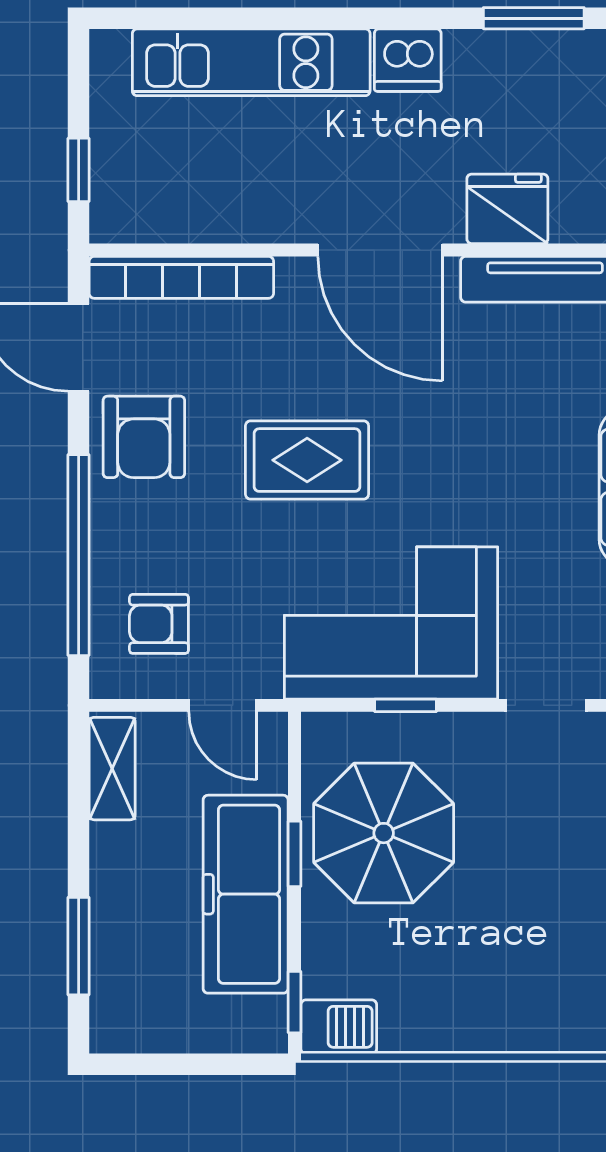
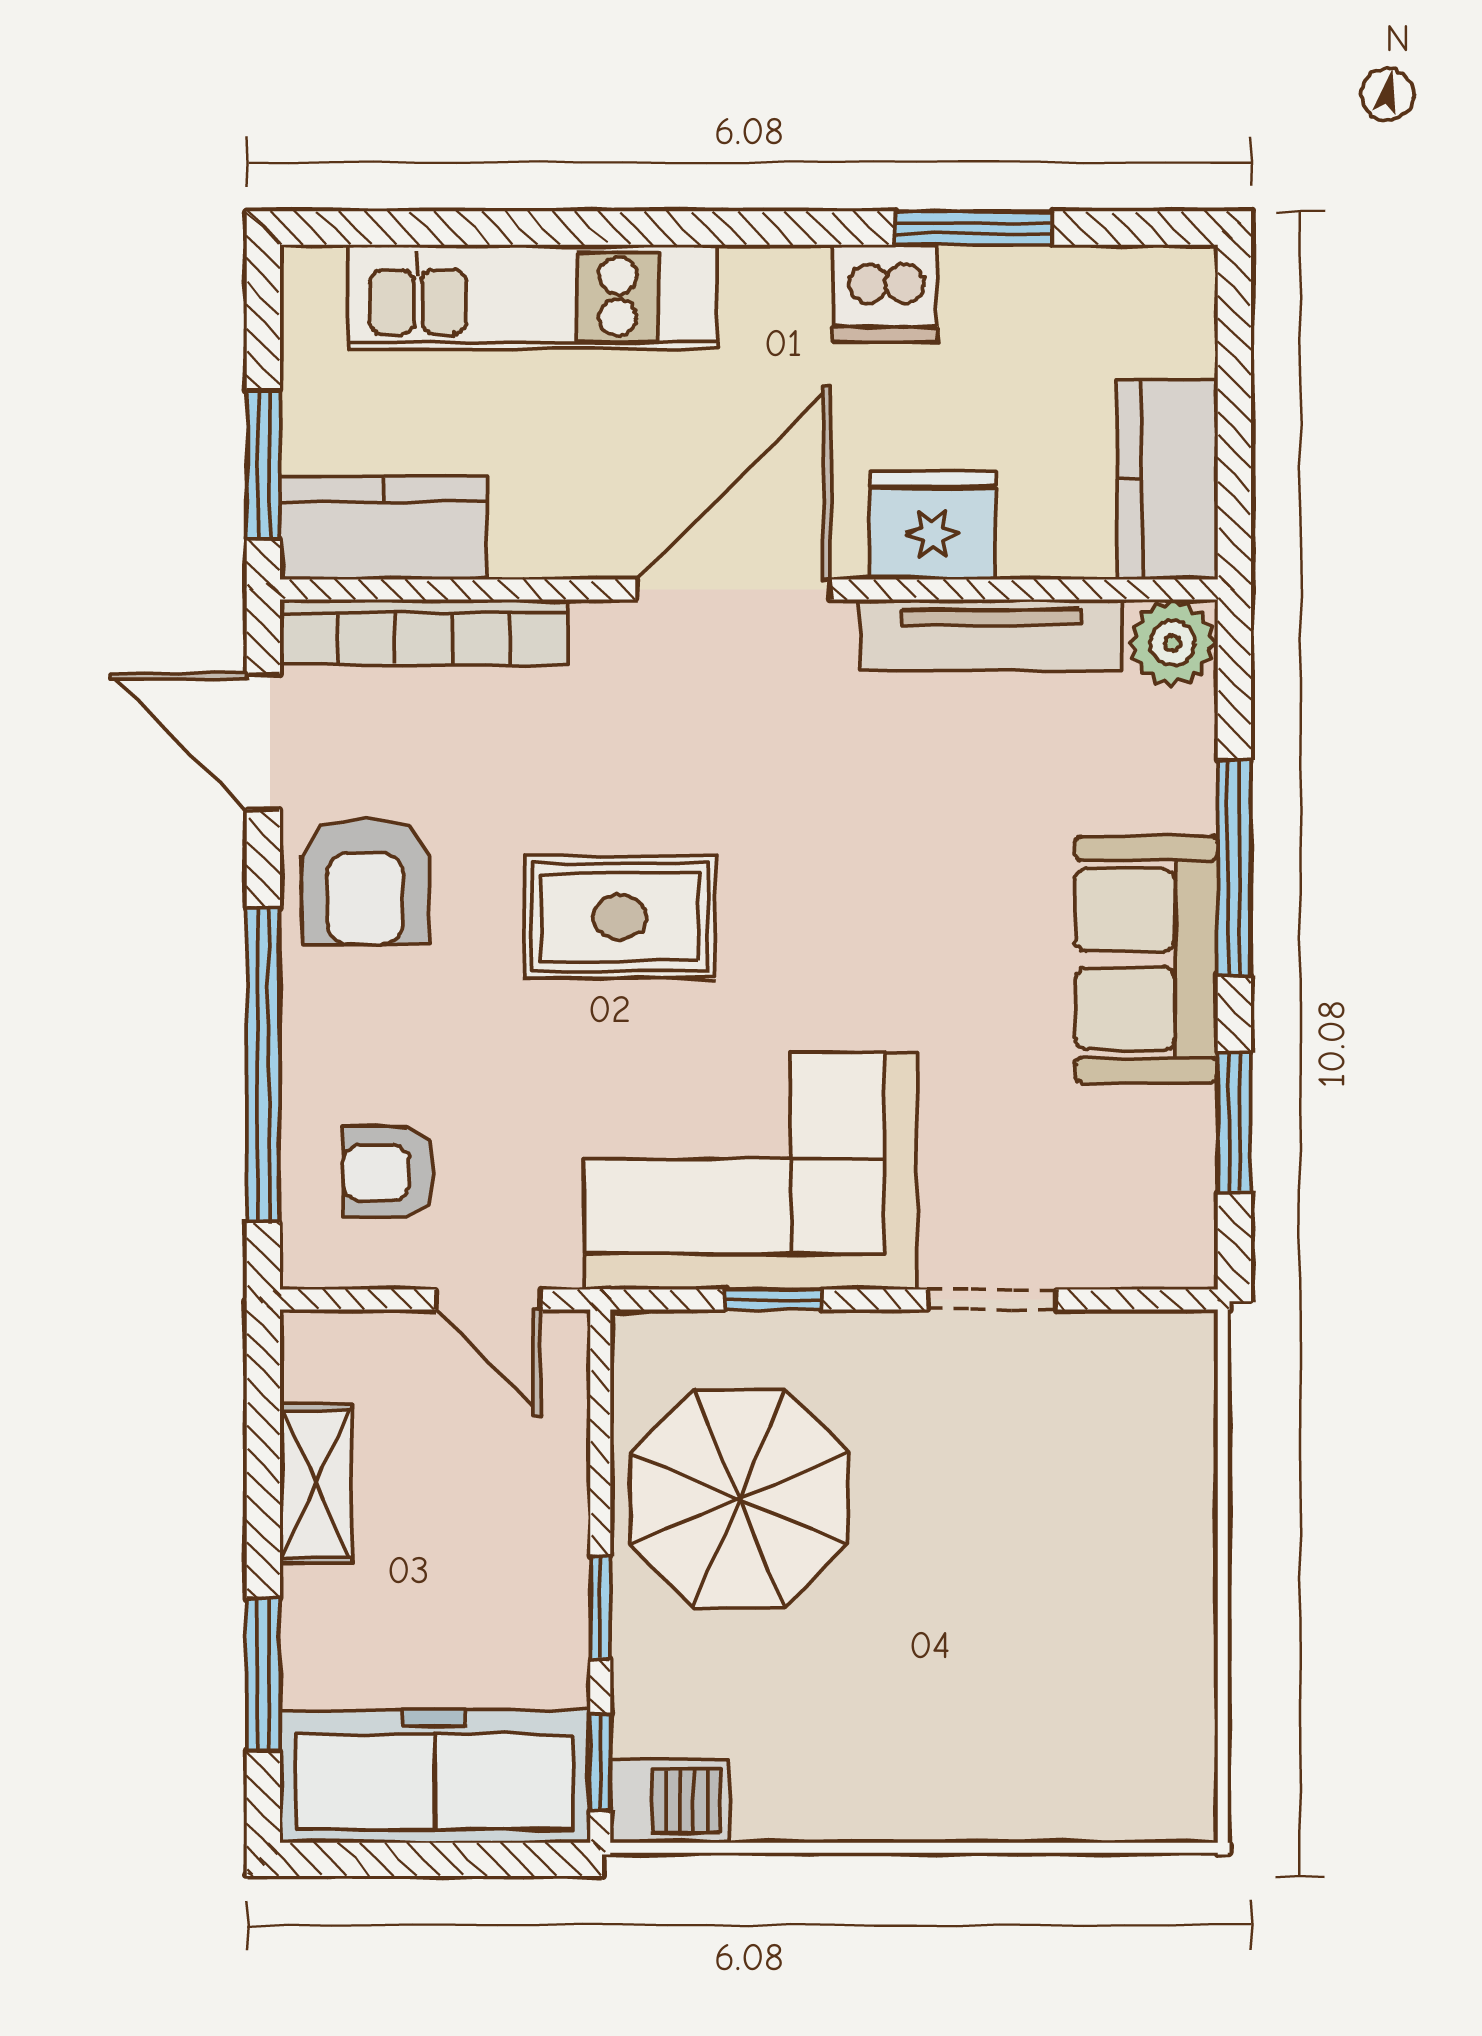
dishwasher: (408, 60) -> (885, 293), moved
window: (79, 170) -> (263, 465), width x1.50
kitchen counter: (155, 211) -> (383, 528), added
door: (380, 250) -> (734, 590), swing flipped
shelving: (112, 769) -> (316, 1484), moved
window: (295, 854) -> (600, 1608), moved
freezer: (246, 894) -> (434, 1776), moved, turned 90

